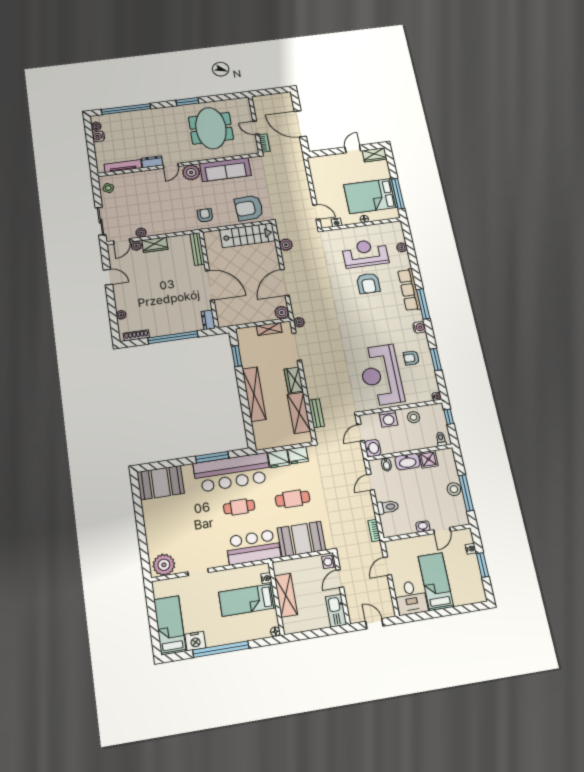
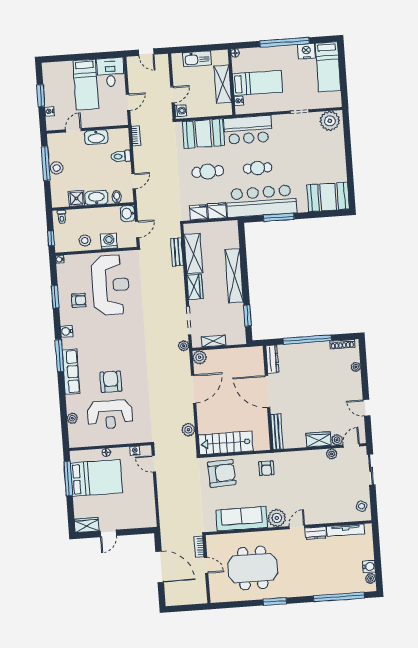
meeting table: (211, 128) -> (253, 568), turned 90
dresser: (208, 320) -> (272, 359), width x1.44
washbasin: (423, 527) -> (96, 137), width x1.91, depth x1.45
kitchen sink: (336, 611) -> (197, 59), moved, turned 90

